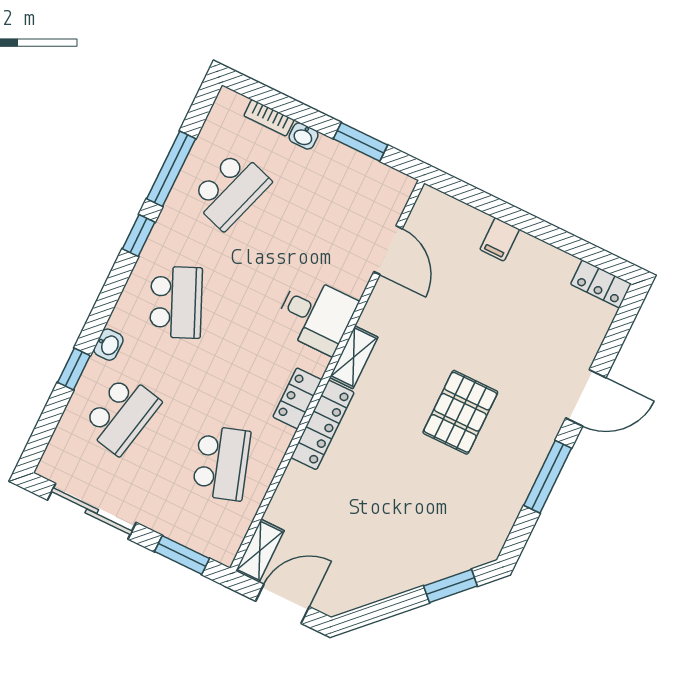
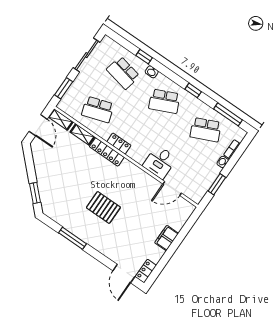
window: (171, 169) -> (228, 114), moved
school desk: (231, 190) -> (206, 130), turned -42
filing cabinet: (500, 239) -> (167, 238), width x2.00
desk: (316, 315) -> (160, 162), moved
shelving: (354, 357) -> (82, 134), moved
door: (586, 398) -> (124, 274), moved

